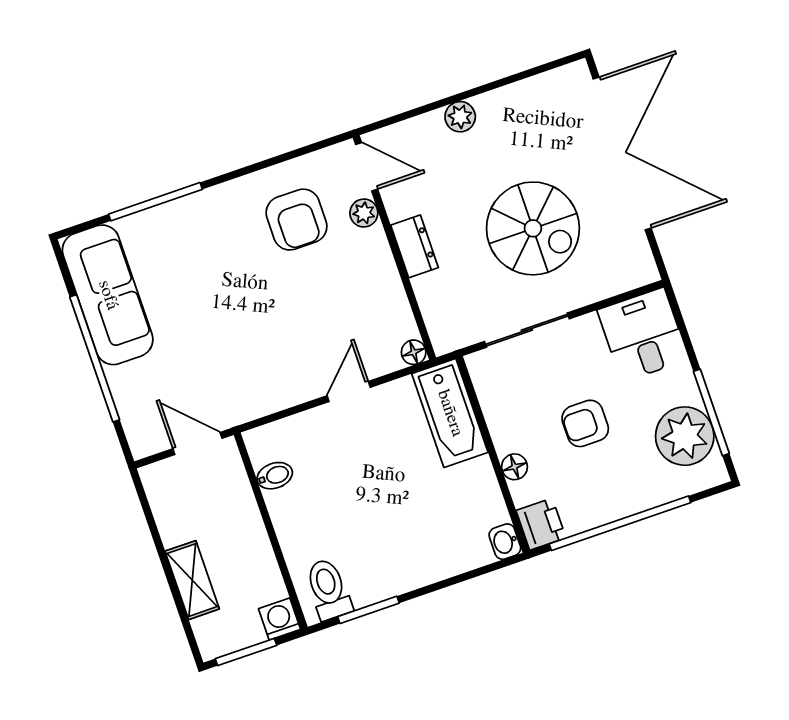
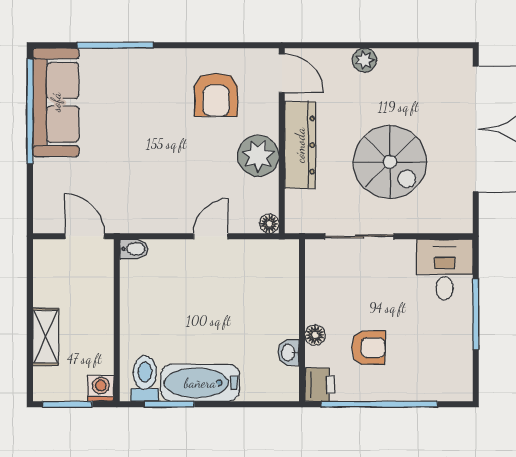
plant: (364, 213) -> (258, 156), moved, width x1.87, depth x1.87
dresser: (415, 246) -> (300, 145), width x1.96, depth x1.24
window: (95, 358) -> (30, 111), moved
window: (711, 412) -> (476, 314), moved
bathtub: (450, 413) -> (200, 383), moved, turned 90
armchair: (585, 423) -> (368, 348), moved, turned 180
plant: (685, 436) -> (450, 356), removed
bidet: (275, 476) -> (134, 249), moved
washbasin: (505, 542) -> (289, 353), moved

